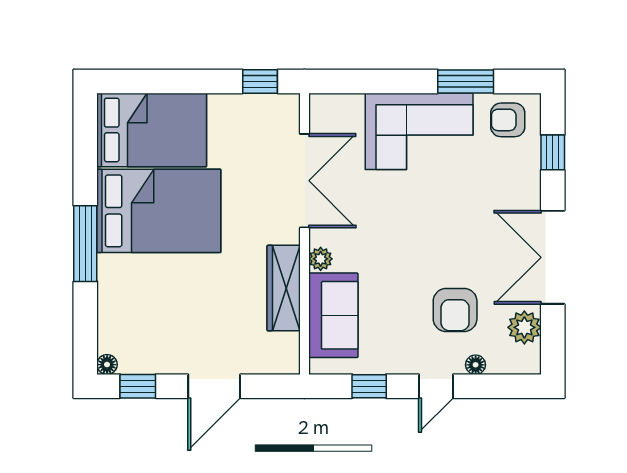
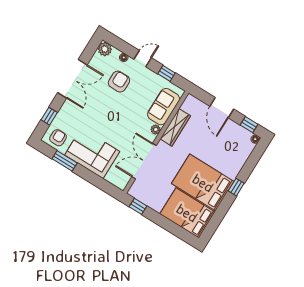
armchair: (508, 120) -> (58, 138), turned -90
window: (85, 244) -> (236, 187), width x0.46
plant: (524, 327) -> (105, 49), moved
door: (214, 386) -> (222, 108), swing flipped

